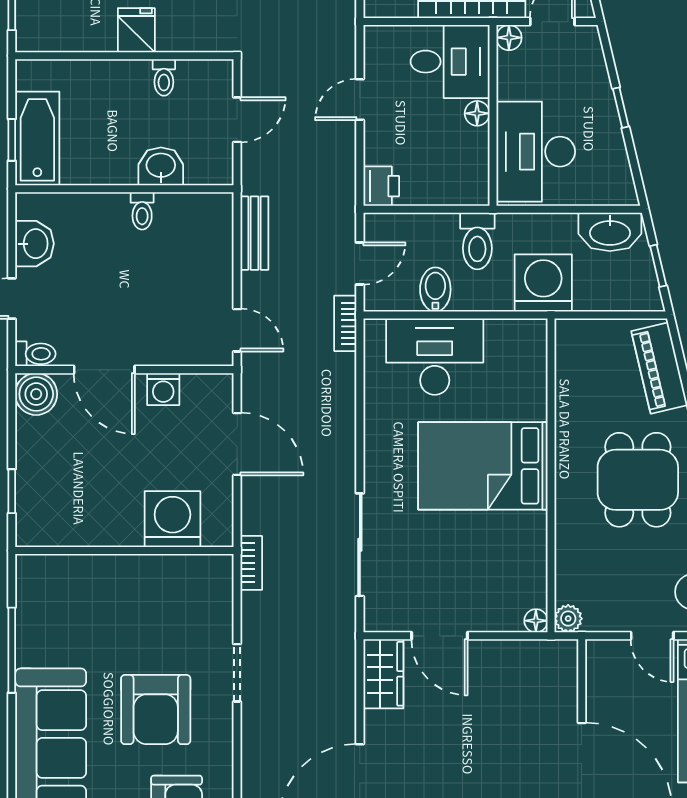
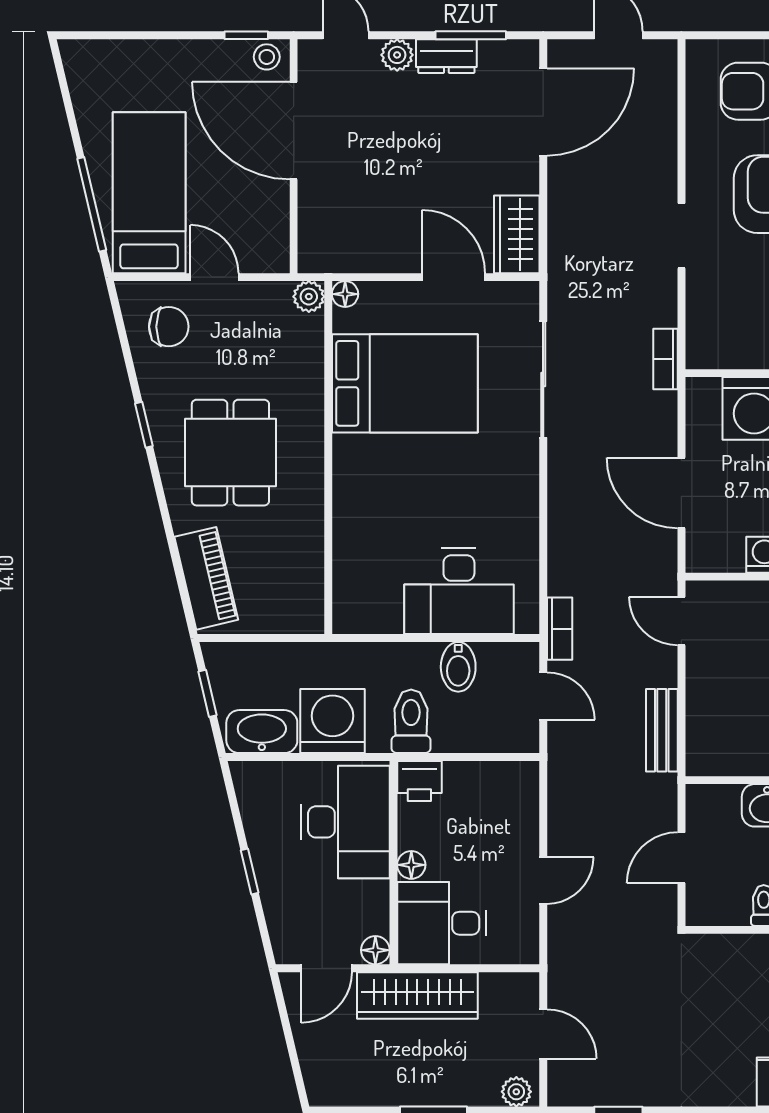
printer: (381, 186) -> (419, 781), moved, turned -90
door: (360, 264) -> (543, 696), swing flipped
washing machine: (543, 283) -> (333, 721), moved, turned 180
bed: (483, 466) -> (405, 383), moved

